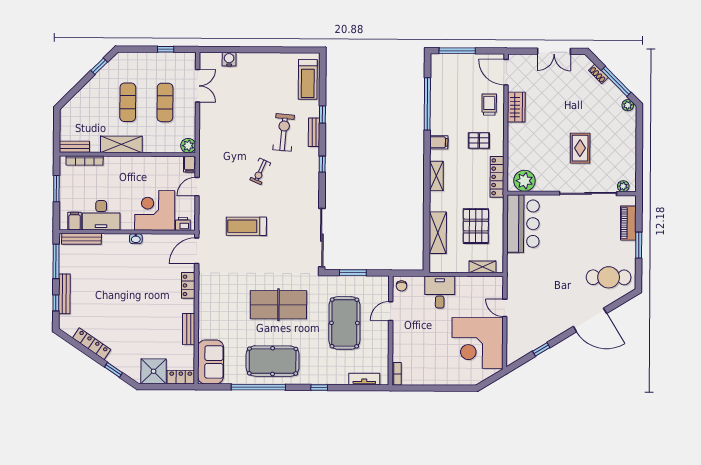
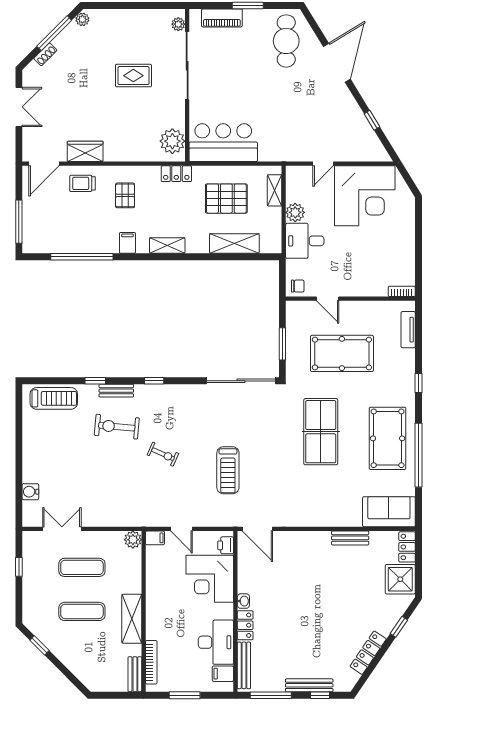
locker: (497, 177) -> (176, 174), width x0.66
plant: (464, 284) -> (295, 212), added
locker: (188, 285) -> (245, 625), moved, turned -90

